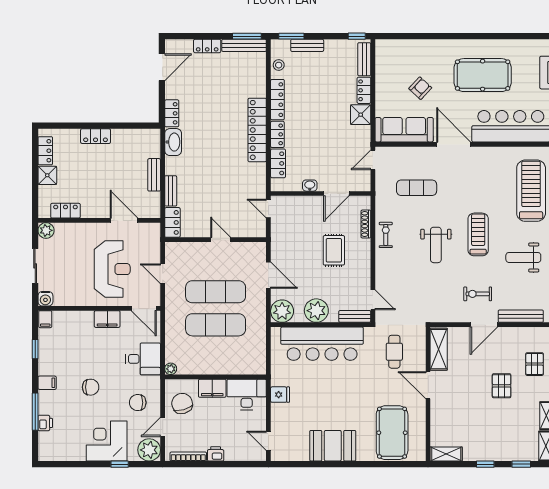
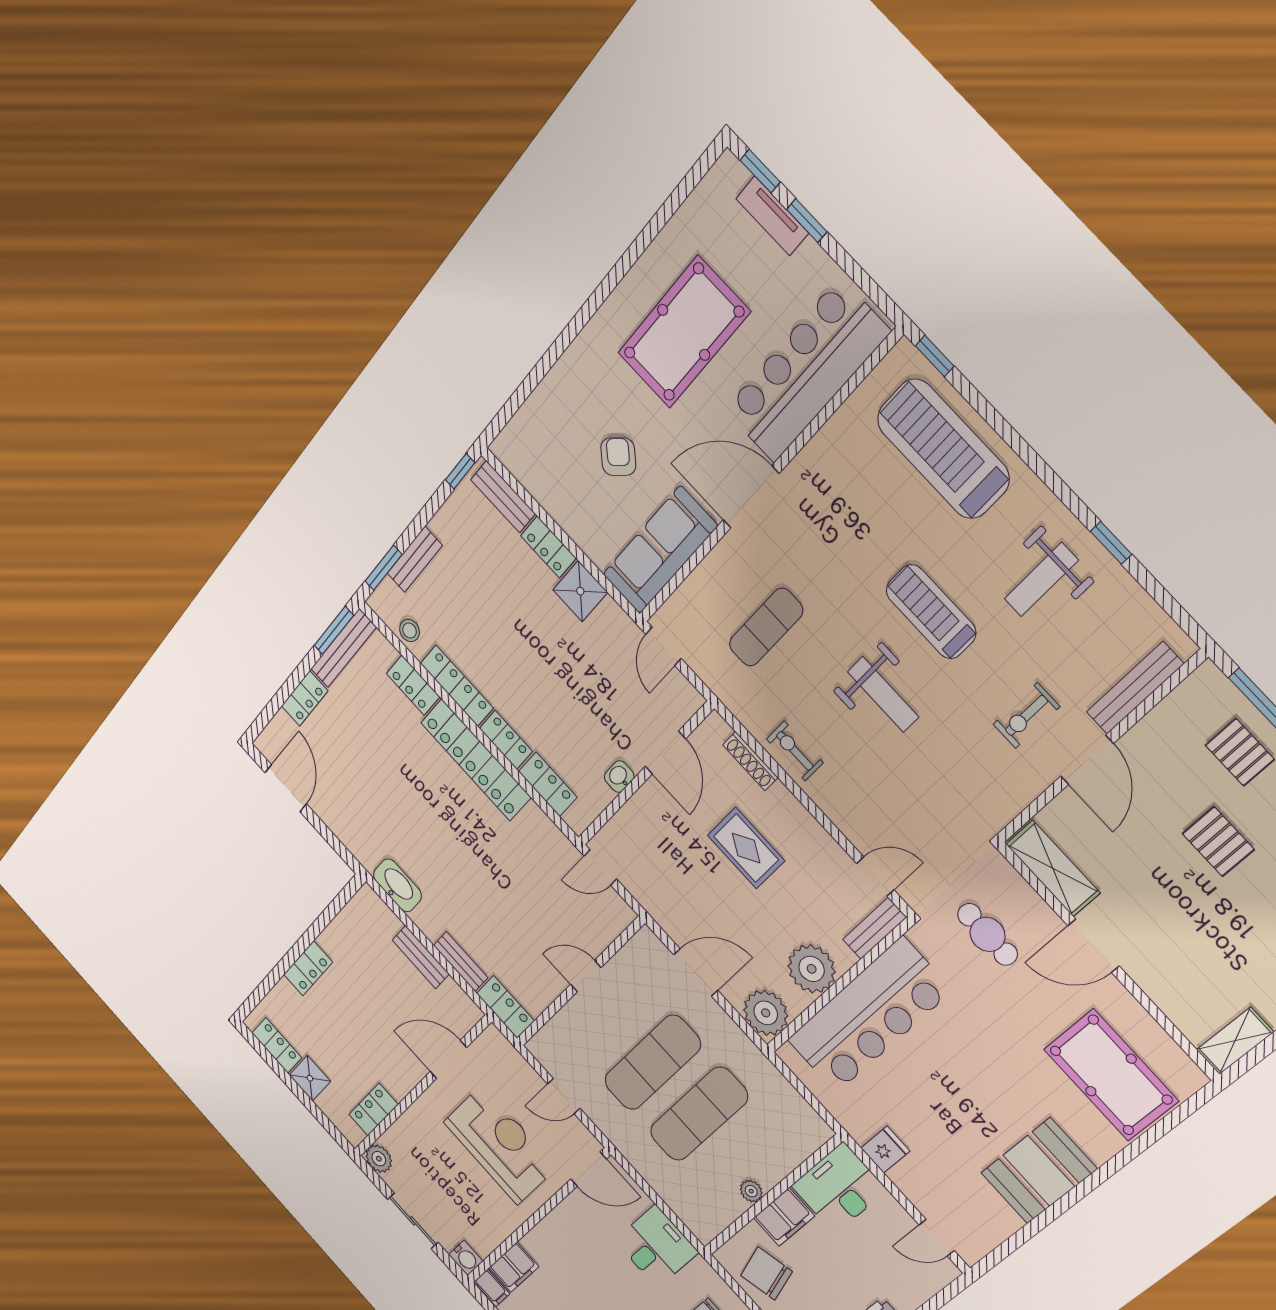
locker: (172, 113) -> (413, 685), moved, turned 180
filing cabinet: (107, 319) -> (514, 1267), moved
plant: (171, 369) -> (751, 1191), moved

